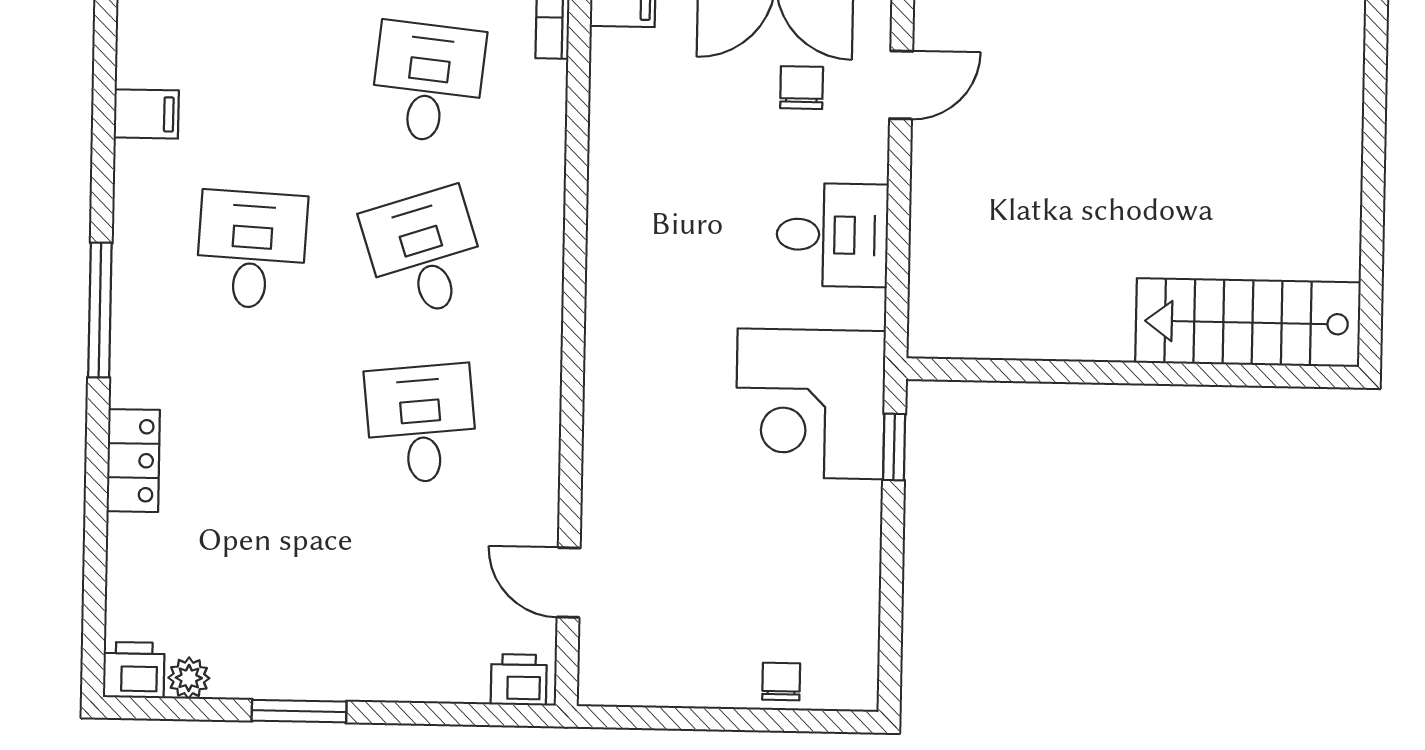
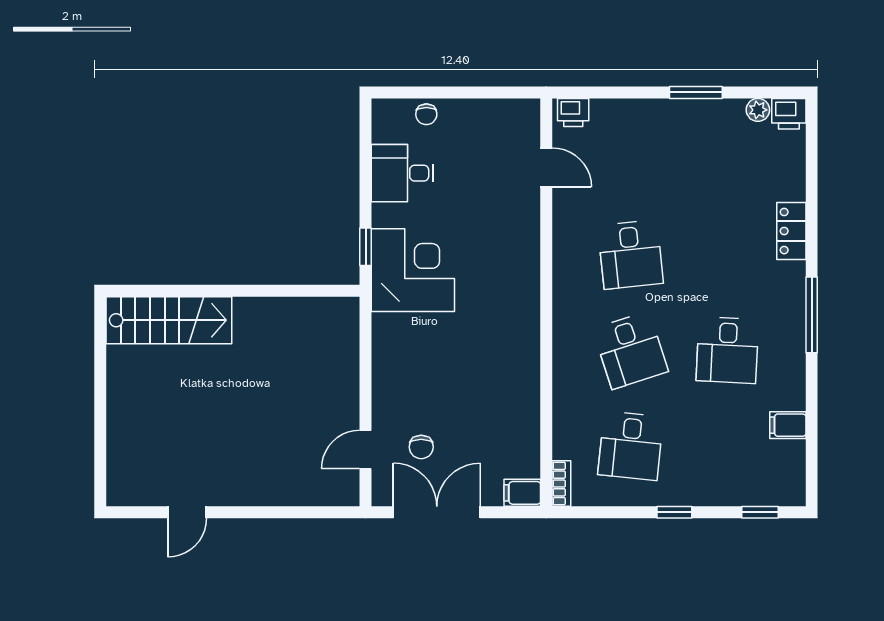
desk: (832, 235) -> (402, 173), moved

